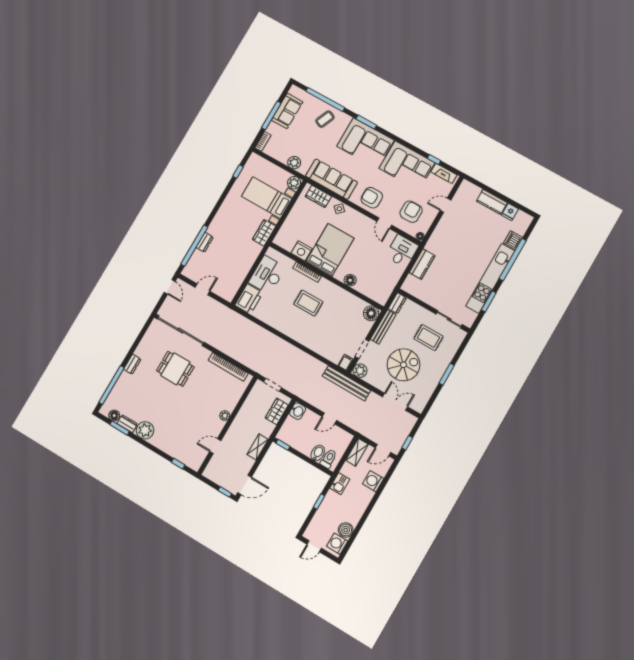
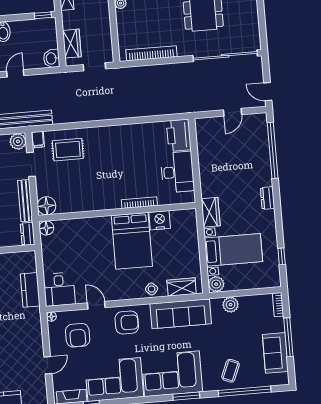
dresser: (205, 242) -> (268, 198), moved
floor lamp: (350, 280) -> (46, 228), moved
rug: (308, 303) -> (68, 150), moved

